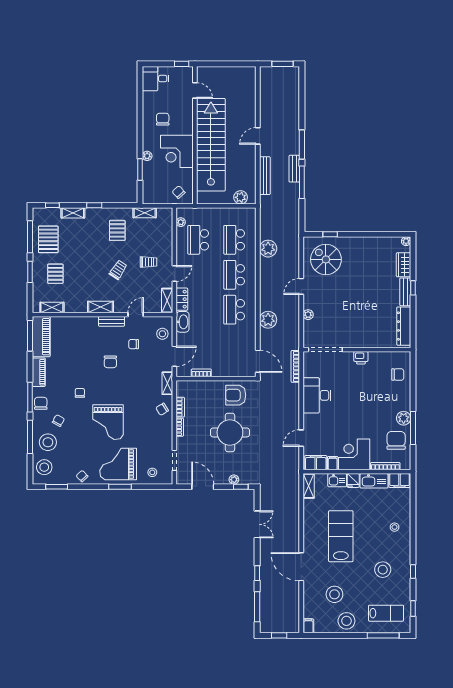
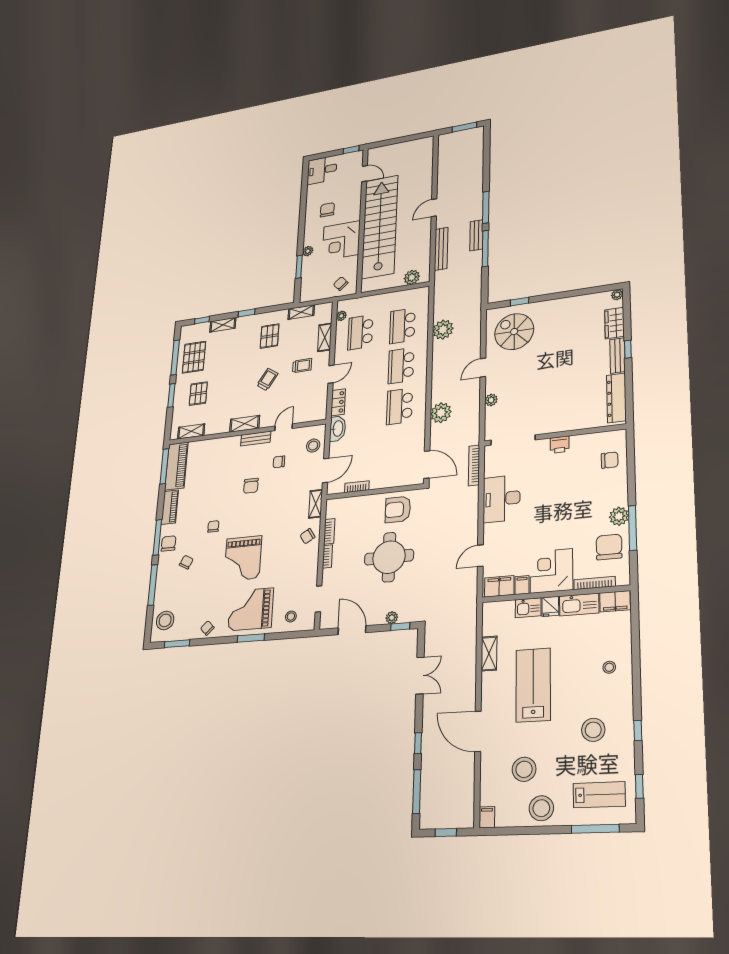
shelving: (167, 301) -> (325, 337), moved
stool: (48, 442) -> (172, 589), removed
shelving: (309, 486) -> (489, 653), moved

